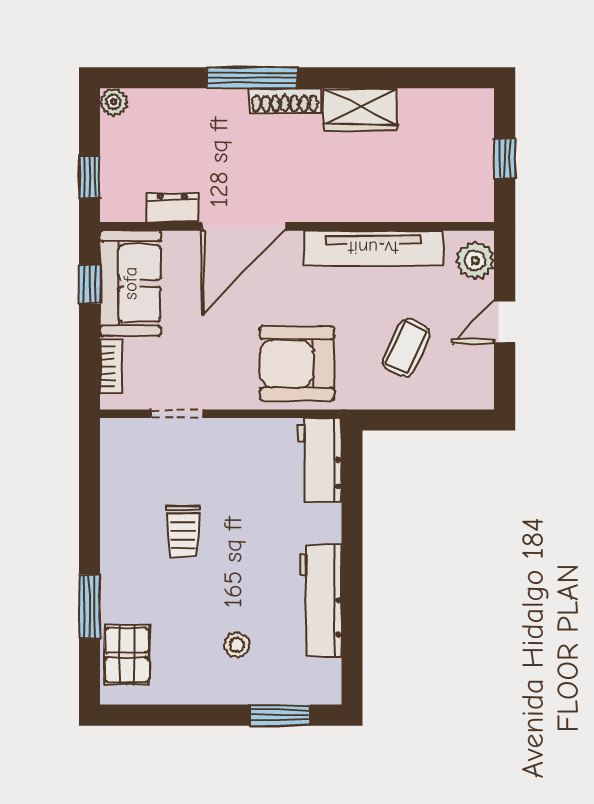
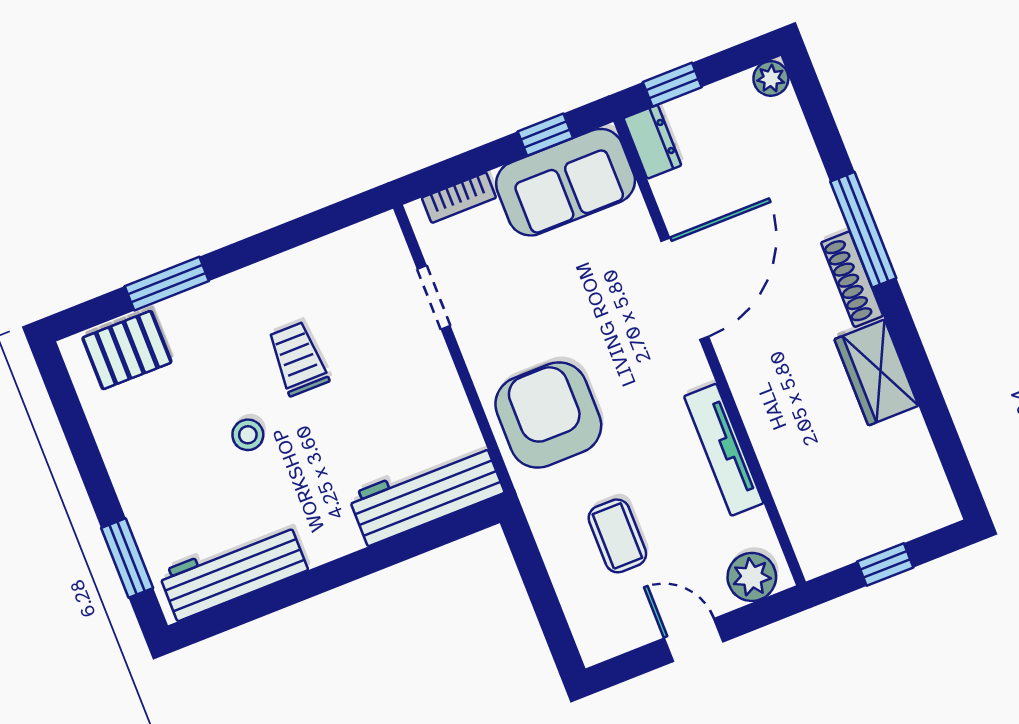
dresser: (172, 208) -> (652, 142), moved
door: (243, 226) -> (685, 289), swing flipped
tv unit: (373, 248) -> (724, 450), width x0.73, depth x0.78
coffee table: (406, 348) -> (617, 536), turned 65
workbench: (320, 460) -> (426, 494), width x1.37
trolley: (183, 532) -> (298, 359), turned 90
workbench: (321, 601) -> (233, 571), moved
stool: (237, 645) -> (248, 435), moved

